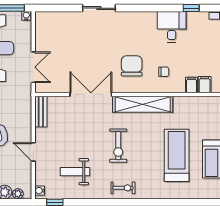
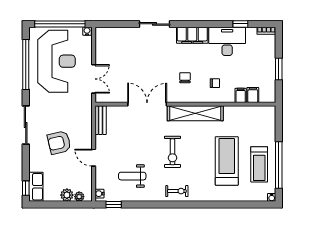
filing cabinet: (139, 20) -> (192, 35), added
desk: (172, 27) -> (227, 41), width x1.37
chair: (132, 66) -> (185, 78), width x0.54, depth x0.54

